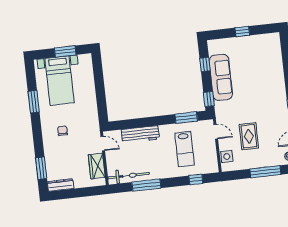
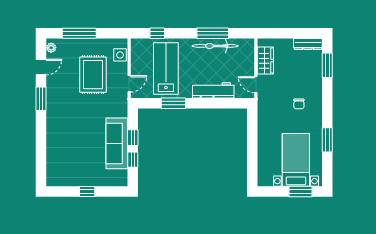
window: (65, 51) -> (300, 192), moved
window: (209, 99) -> (133, 138), moved
window: (186, 118) -> (173, 103), moved
door: (216, 132) -> (129, 84), swing flipped
rug: (249, 136) -> (93, 75), width x1.36, depth x1.43
lab bench: (185, 149) -> (166, 68), width x1.36, depth x1.39
bicycle: (129, 176) -> (215, 46), moved

